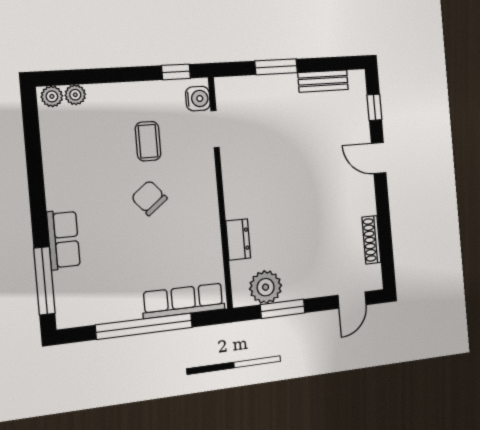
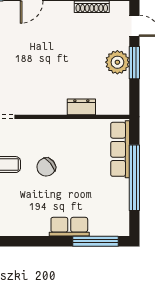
plant: (266, 287) -> (117, 62), moved
window: (283, 309) -> (134, 63), moved

